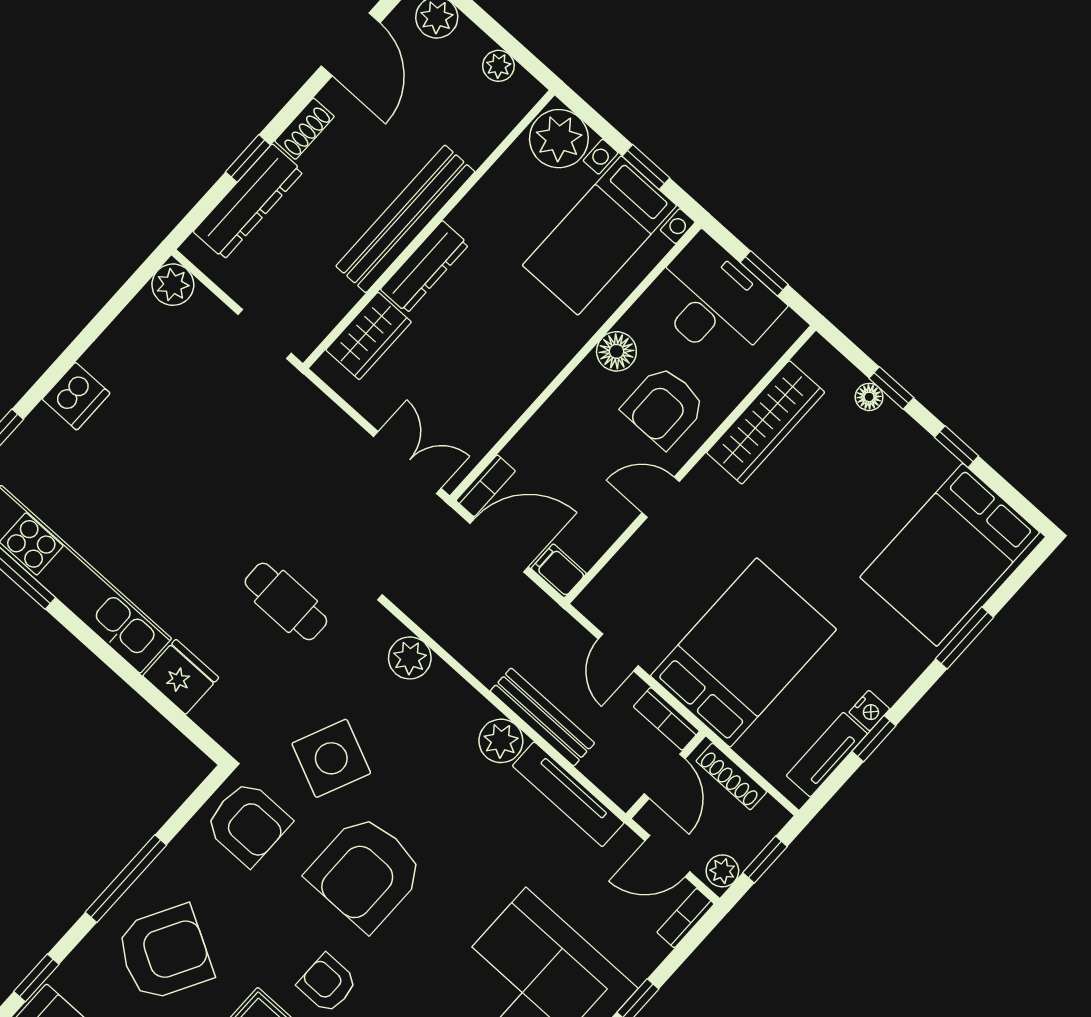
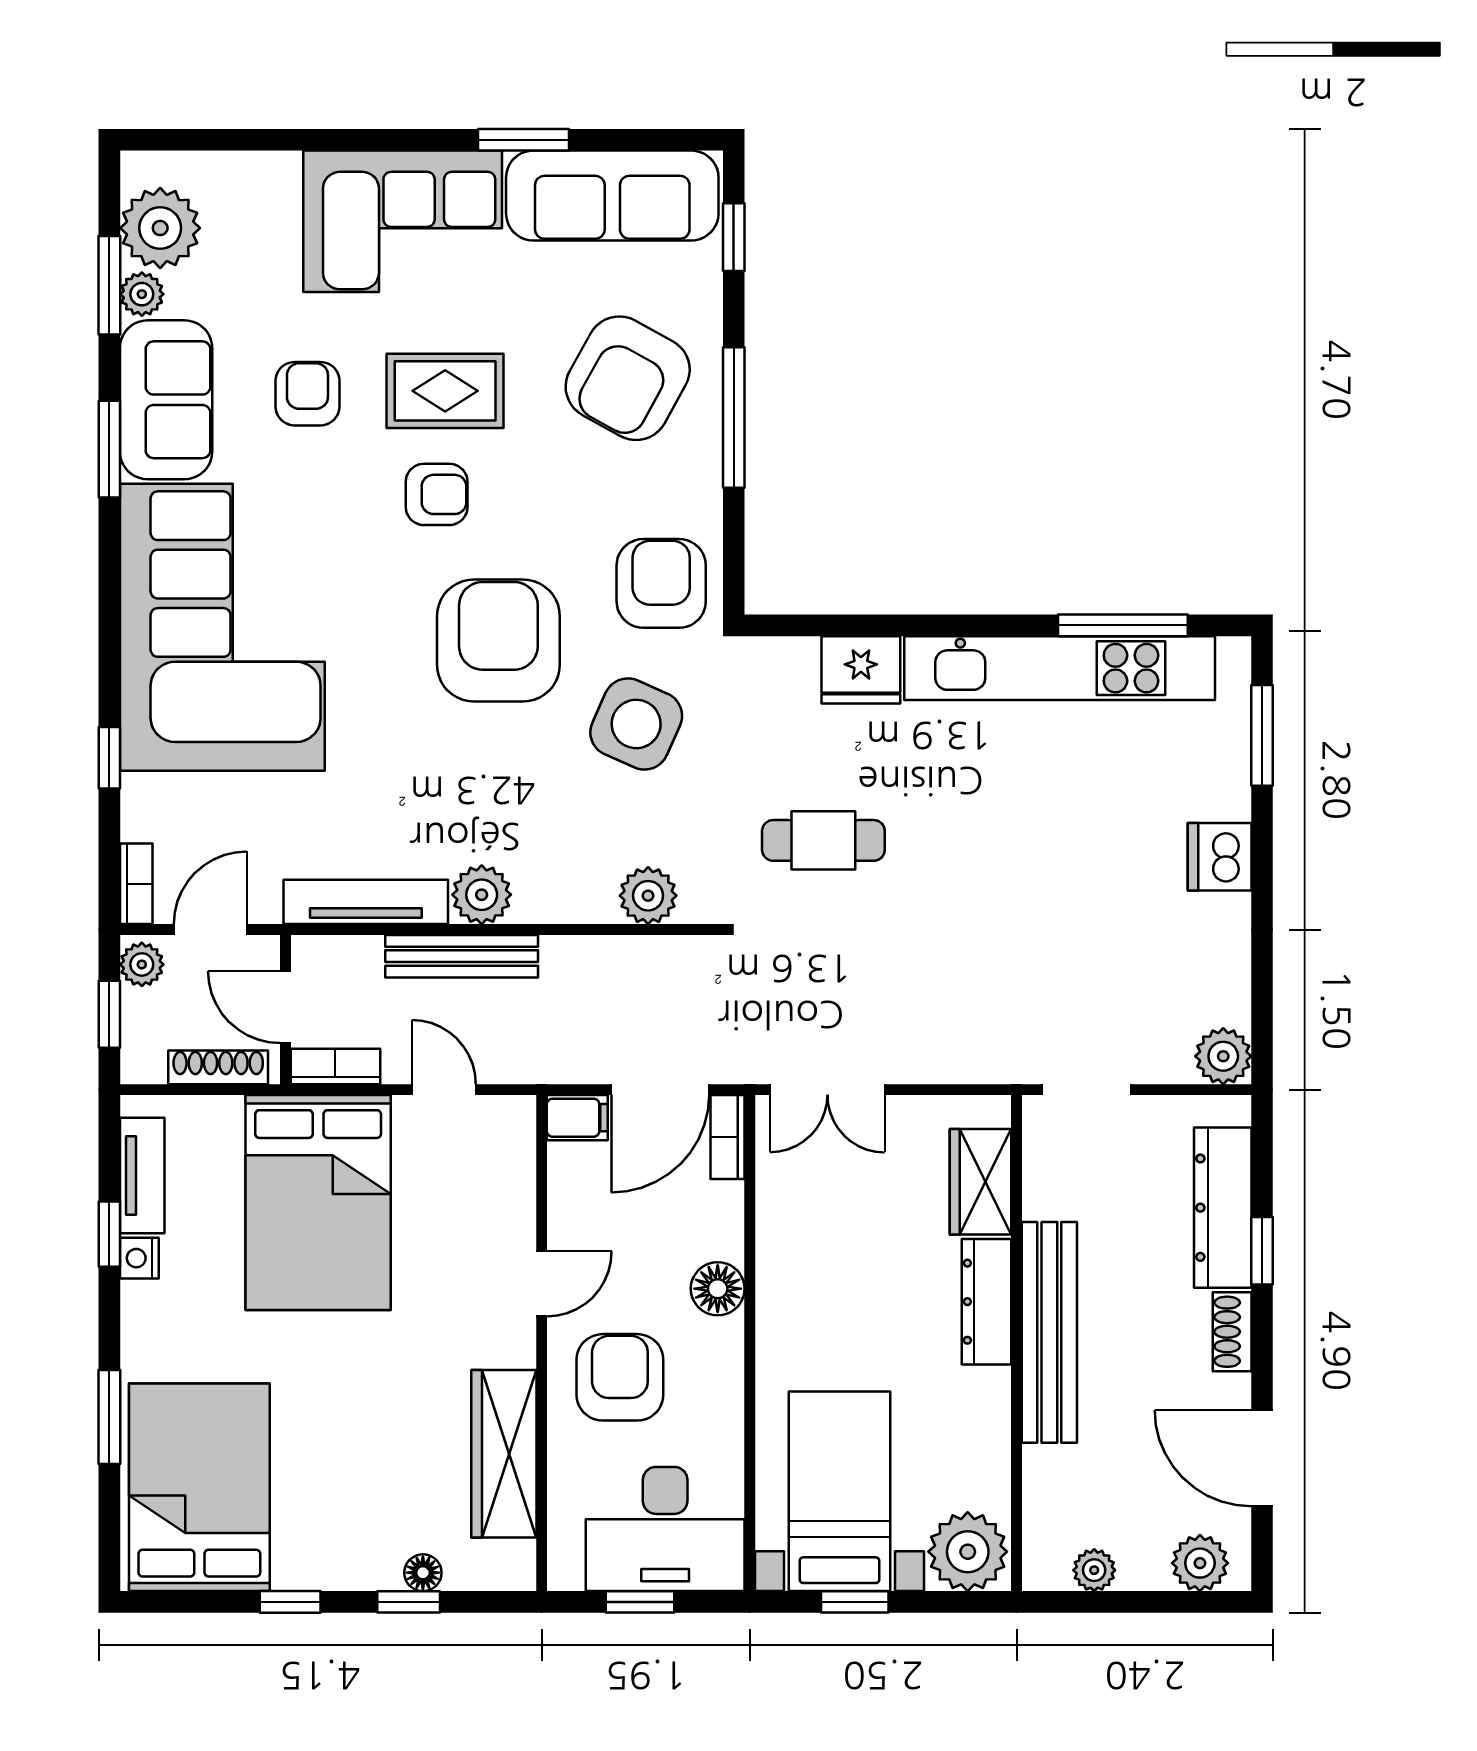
floor lamp: (616, 351) -> (718, 1289), moved
armchair: (248, 823) -> (661, 583), turned 90

